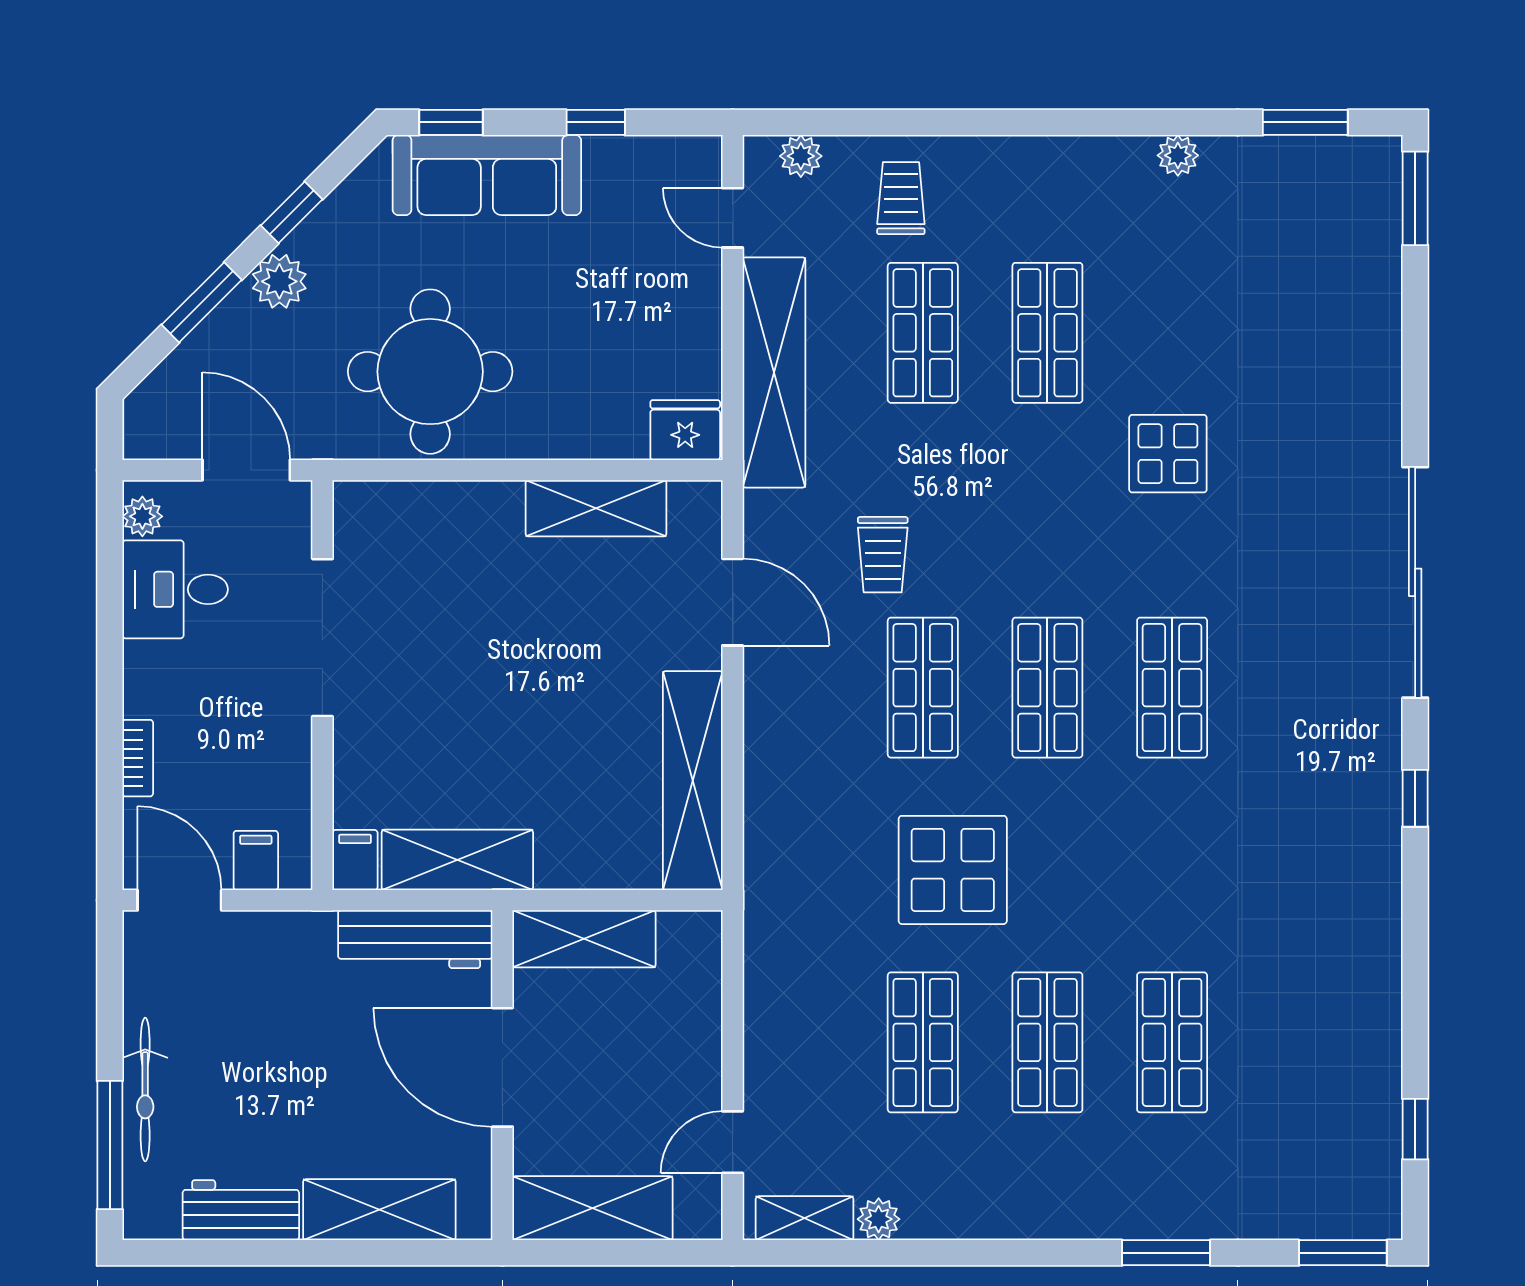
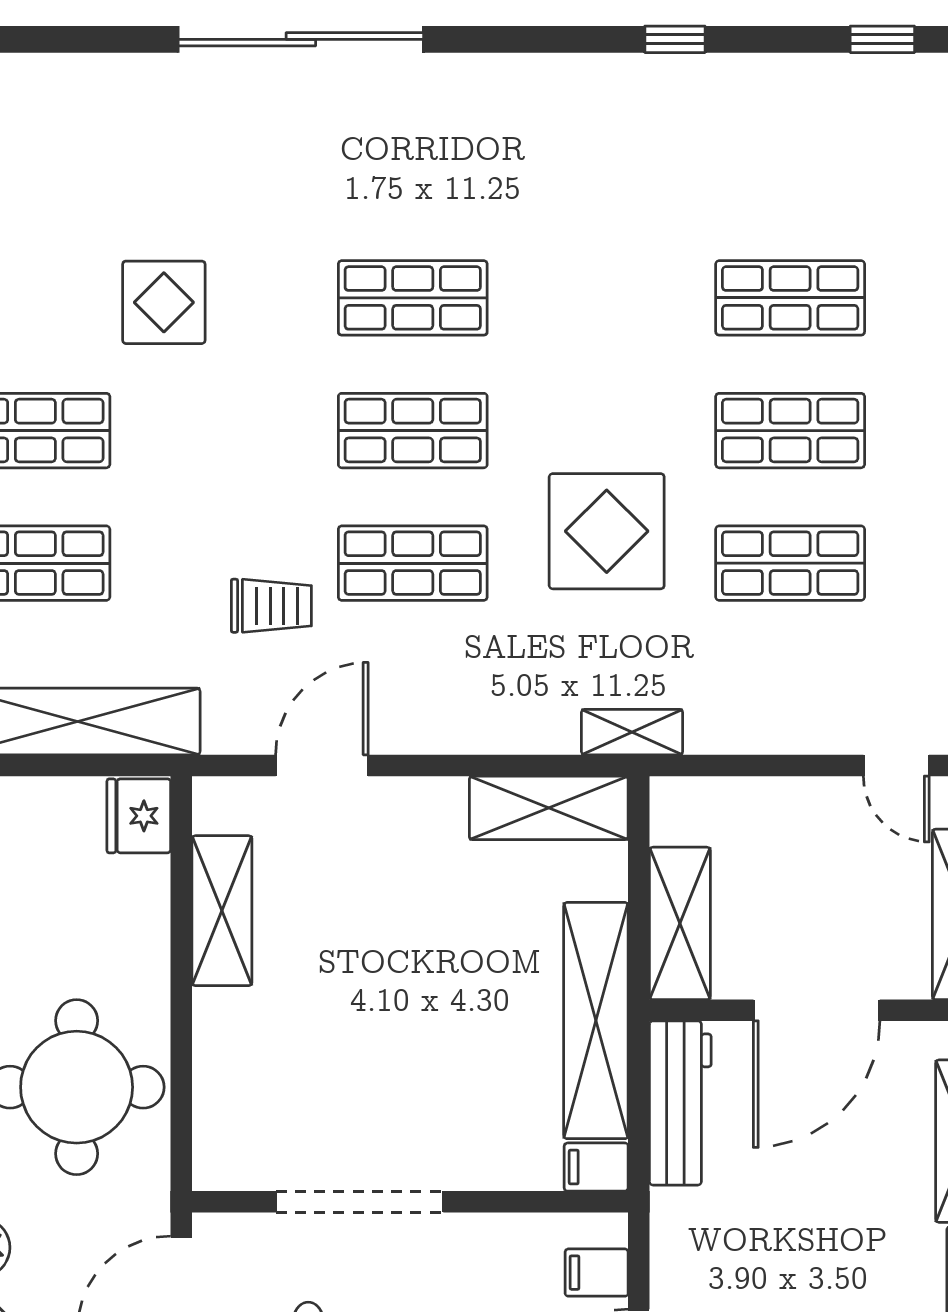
shelving: (693, 781) -> (549, 808), width x0.68
window: (1415, 798) -> (675, 39), moved
shelving: (457, 860) -> (596, 1021), width x1.47
shelving: (764, 894) -> (632, 732), added

